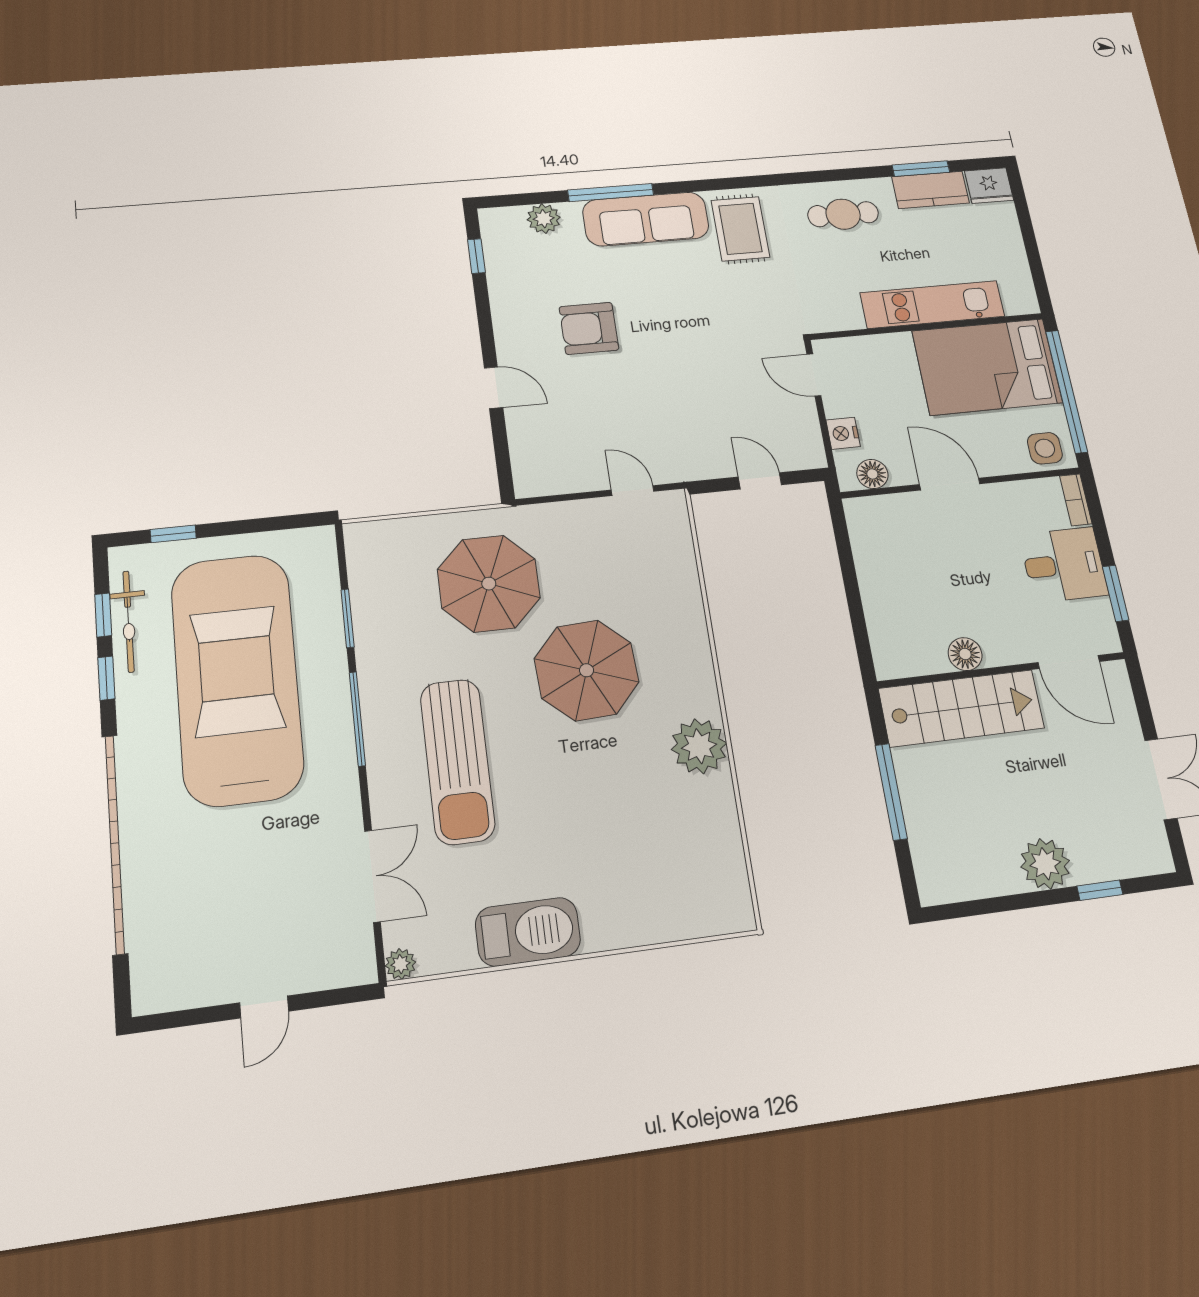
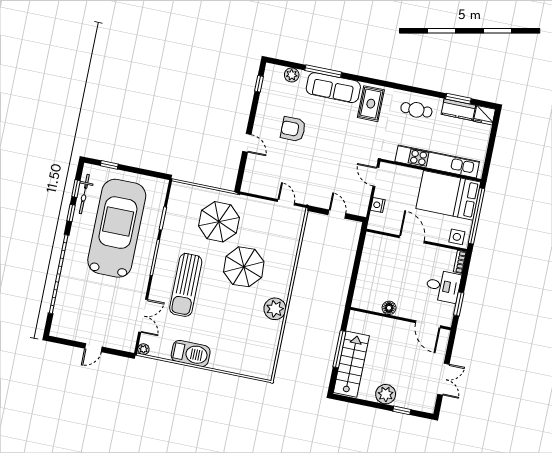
kitchen unit: (932, 304) -> (437, 161), width x1.36
floor lamp: (872, 474) -> (383, 225), removed
stairs: (961, 708) -> (351, 364), moved, turned -90

